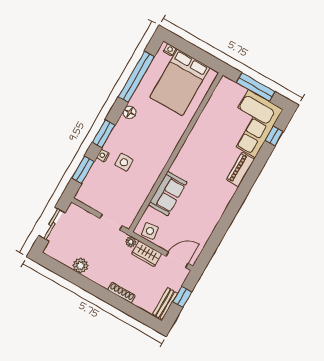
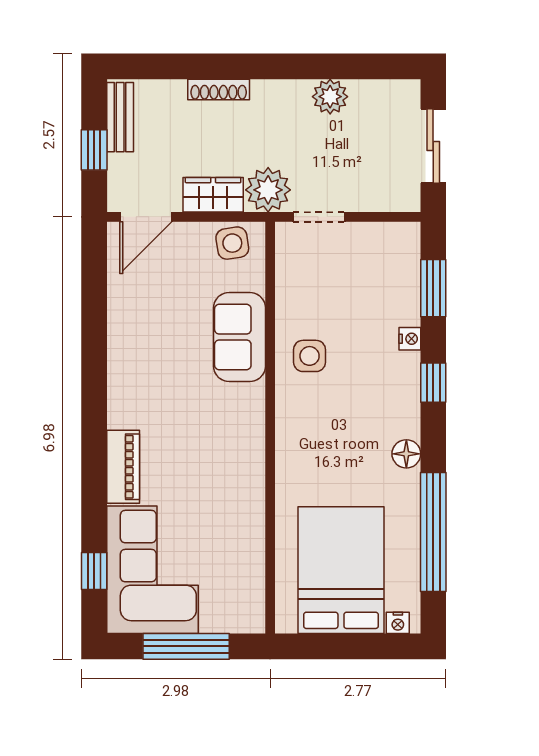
window: (104, 134) -> (433, 383), width x0.67
side table: (124, 162) -> (310, 356), moved
plant: (131, 242) -> (268, 190), width x1.88, depth x1.88

